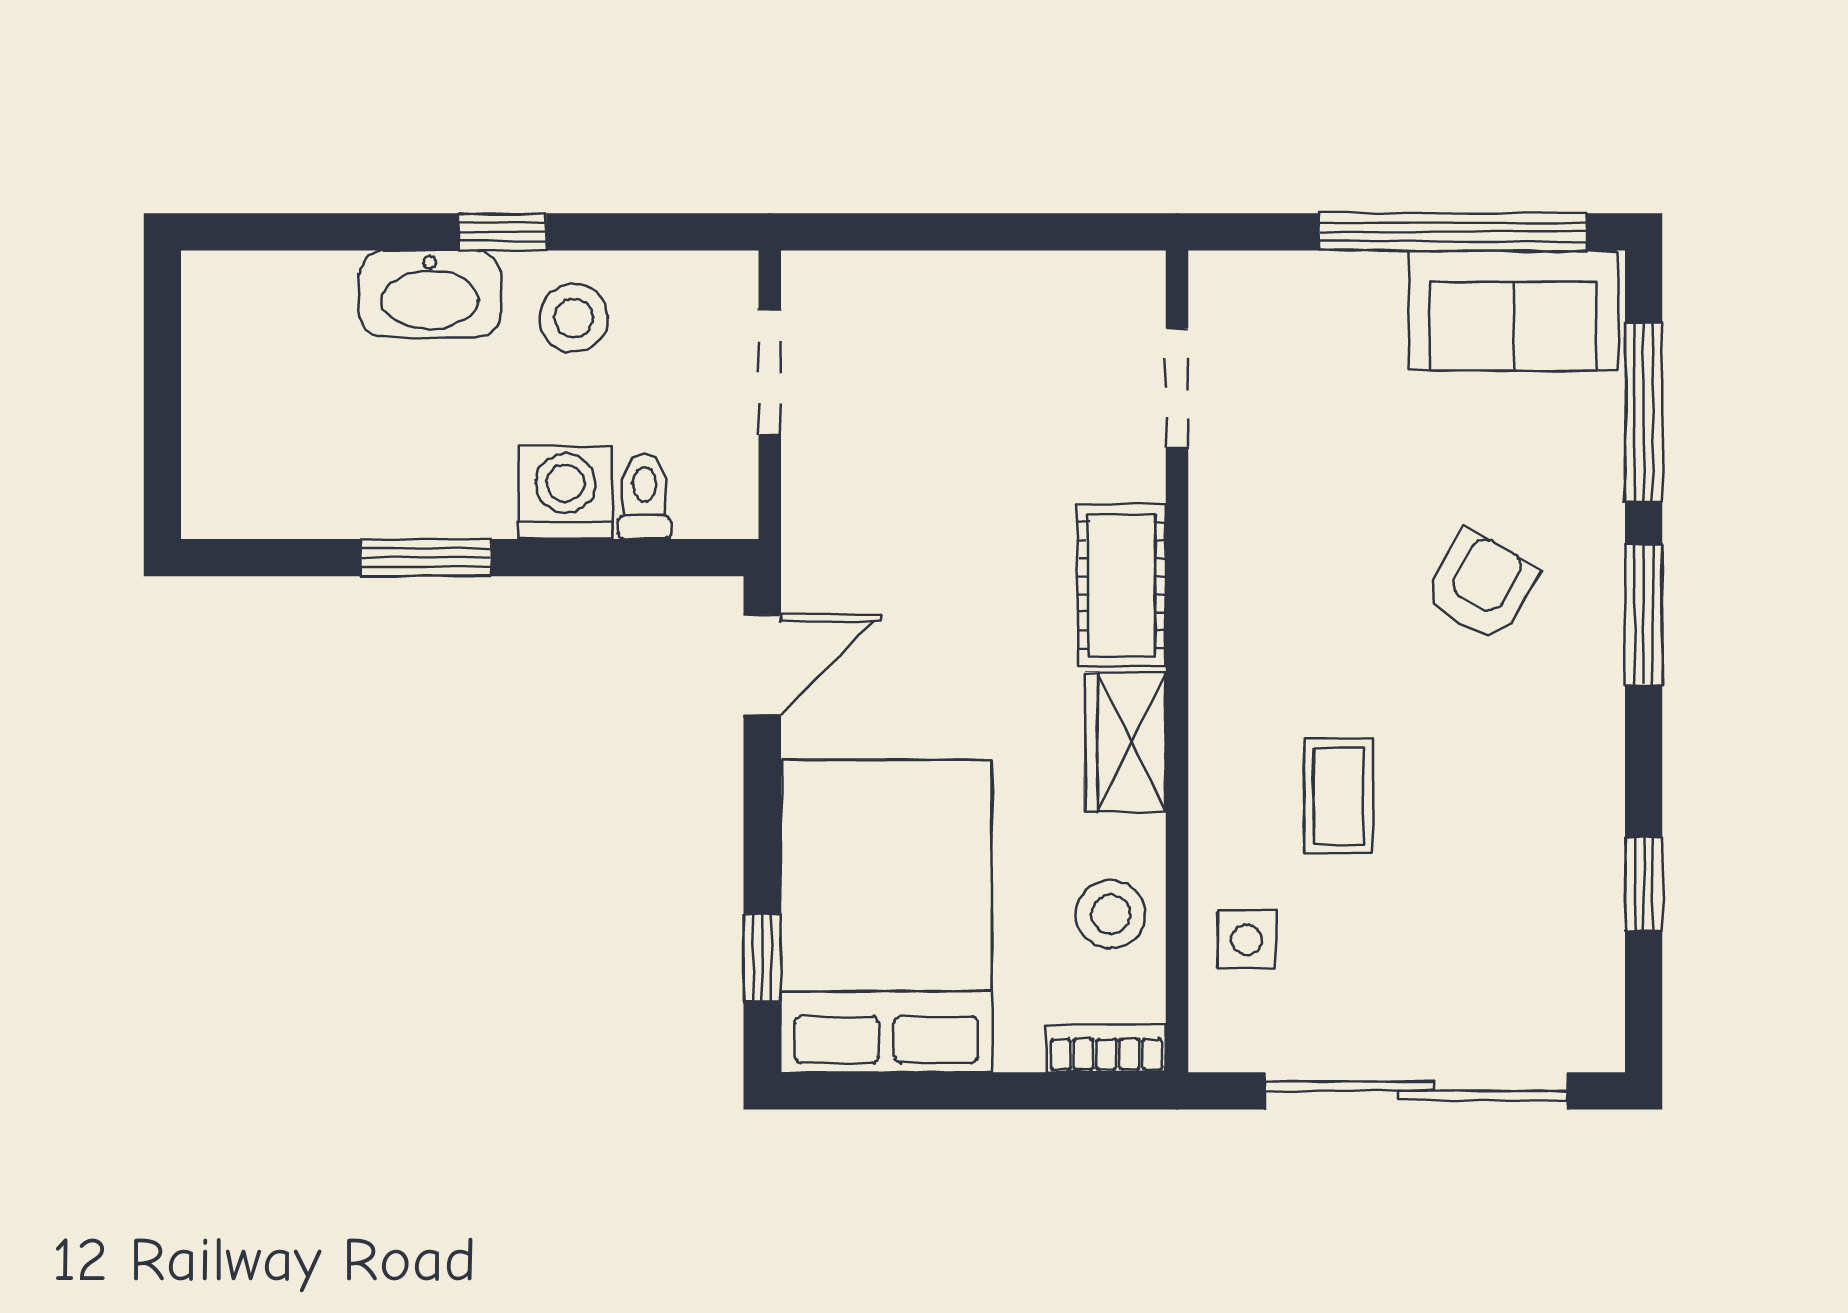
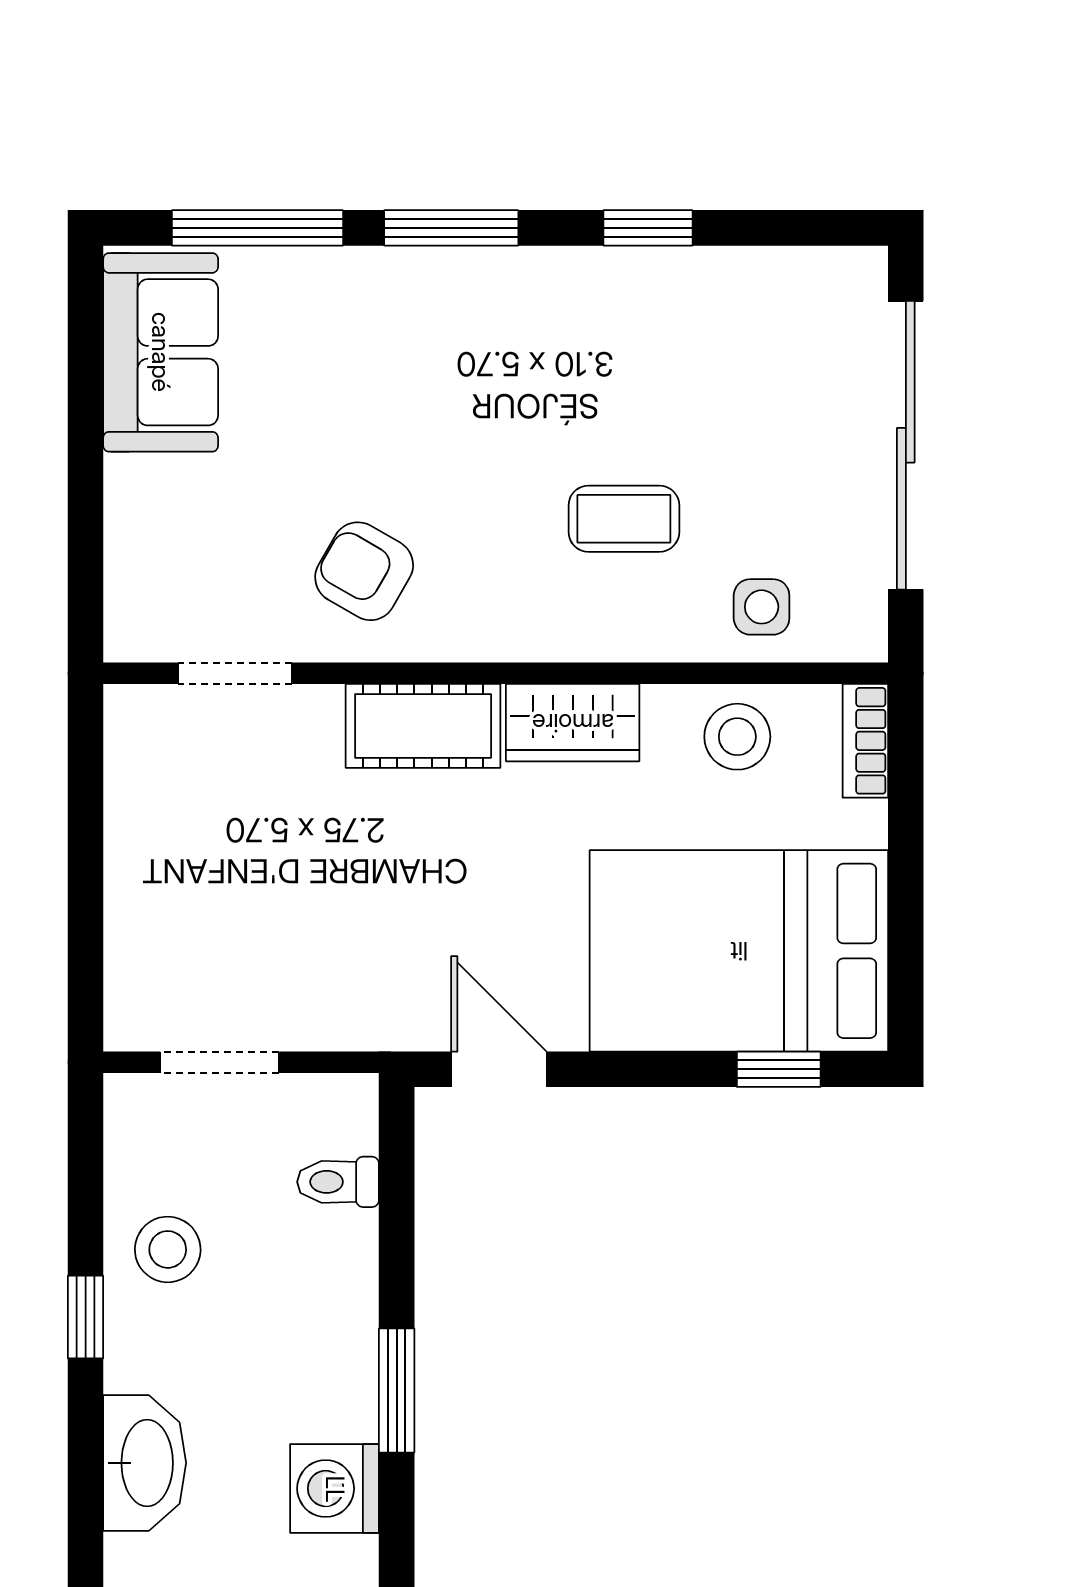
window: (1453, 232) -> (86, 410), removed
washbasin: (430, 294) -> (145, 1463), moved
washing machine: (566, 493) -> (335, 1489), moved
armchair: (1481, 586) -> (364, 571), moved
window: (1644, 884) -> (648, 228), moved

